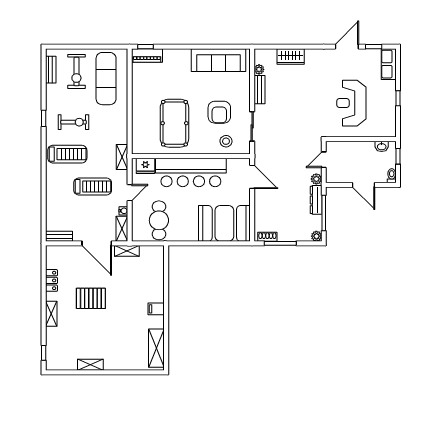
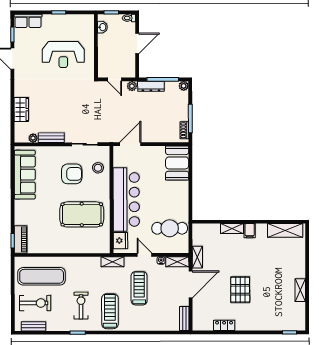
booth: (224, 223) -> (177, 163), width x0.73, depth x0.70
shelving: (51, 314) -> (232, 229), moved

